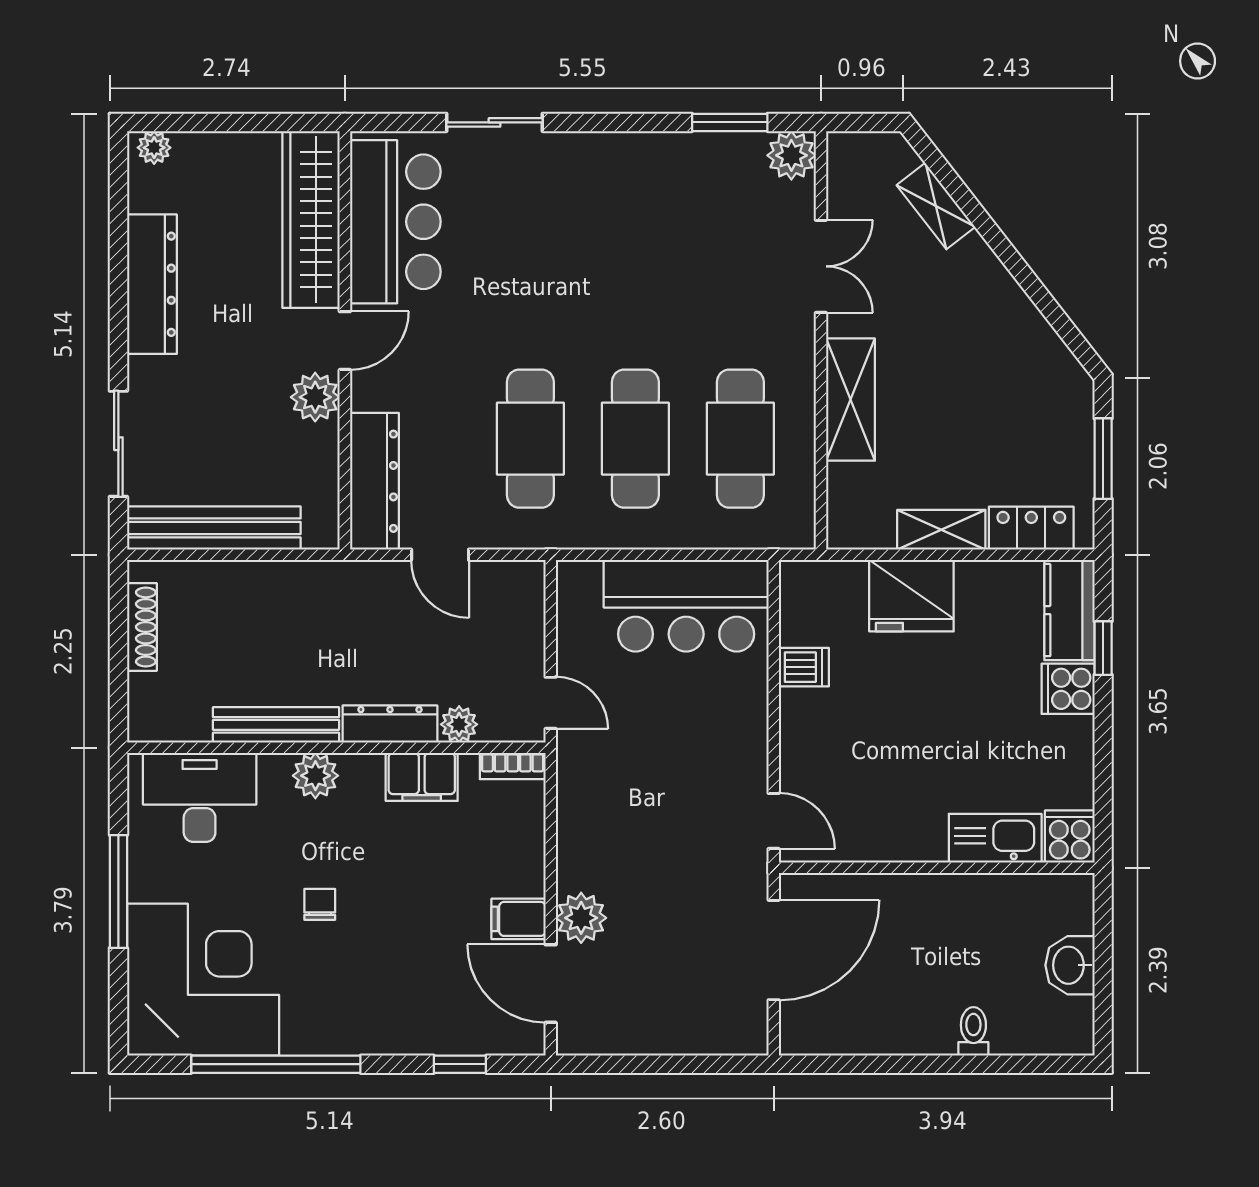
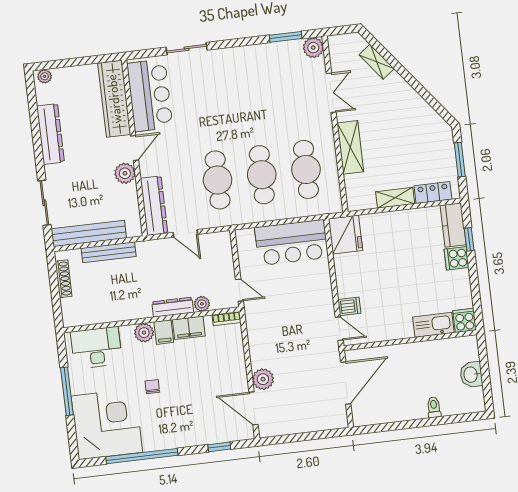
fridge: (911, 596) -> (345, 235), moved, turned -90
dishwasher: (804, 667) -> (349, 306), moved
bench: (276, 725) -> (109, 252), moved
filing cabinet: (519, 919) -> (164, 332), moved, turned -90

